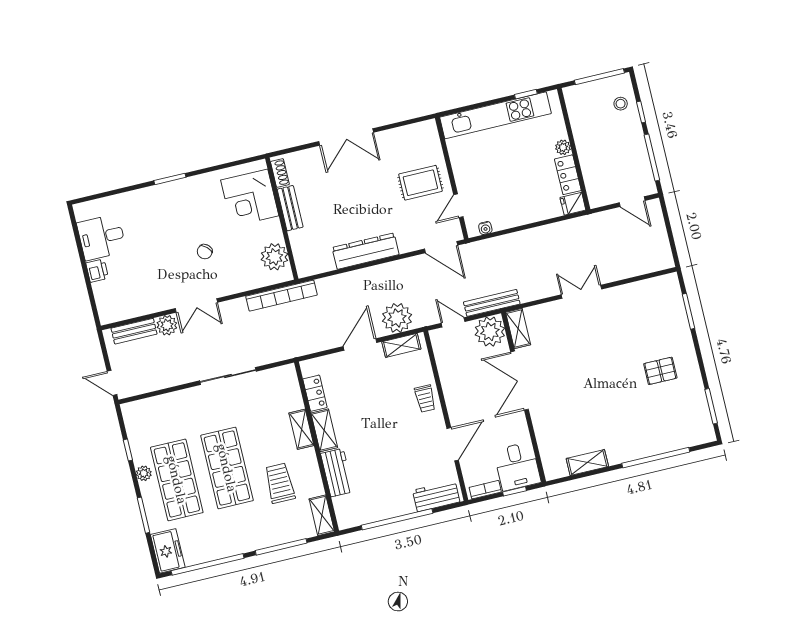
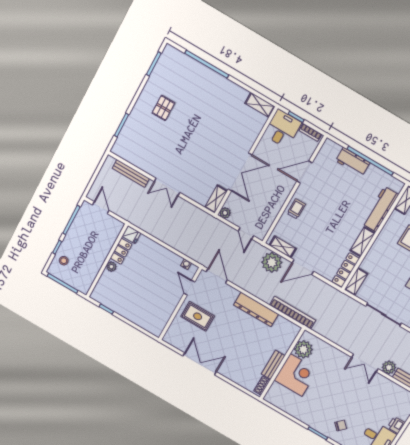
kitchen unit: (495, 115) -> (131, 313), removed
double door: (346, 137) -> (200, 364), moved
corner desk: (250, 198) -> (296, 375), moved
door: (458, 206) -> (189, 288), swing flipped
chair: (205, 252) -> (341, 426), moved
bookcase: (282, 296) -> (293, 313), moved
bench: (492, 303) -> (131, 173), moved
double door: (196, 305) -> (365, 363), swing flipped
plant: (490, 332) -> (225, 213), width x0.53, depth x0.53
pallet: (660, 371) -> (163, 108), turned 90
locker: (315, 393) -> (346, 270), width x1.53
shelving: (301, 429) -> (356, 282), moved
shelving: (587, 462) -> (260, 105), moved
workbench: (337, 473) -> (380, 209), width x1.38
workbench: (436, 496) -> (353, 162), moved

